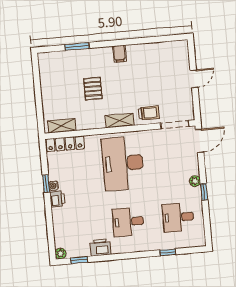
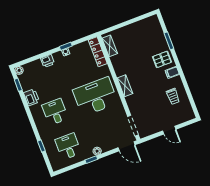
pallet: (93, 89) -> (162, 59), moved
trolley: (149, 113) -> (173, 96), moved
printer: (57, 199) -> (48, 61), moved

